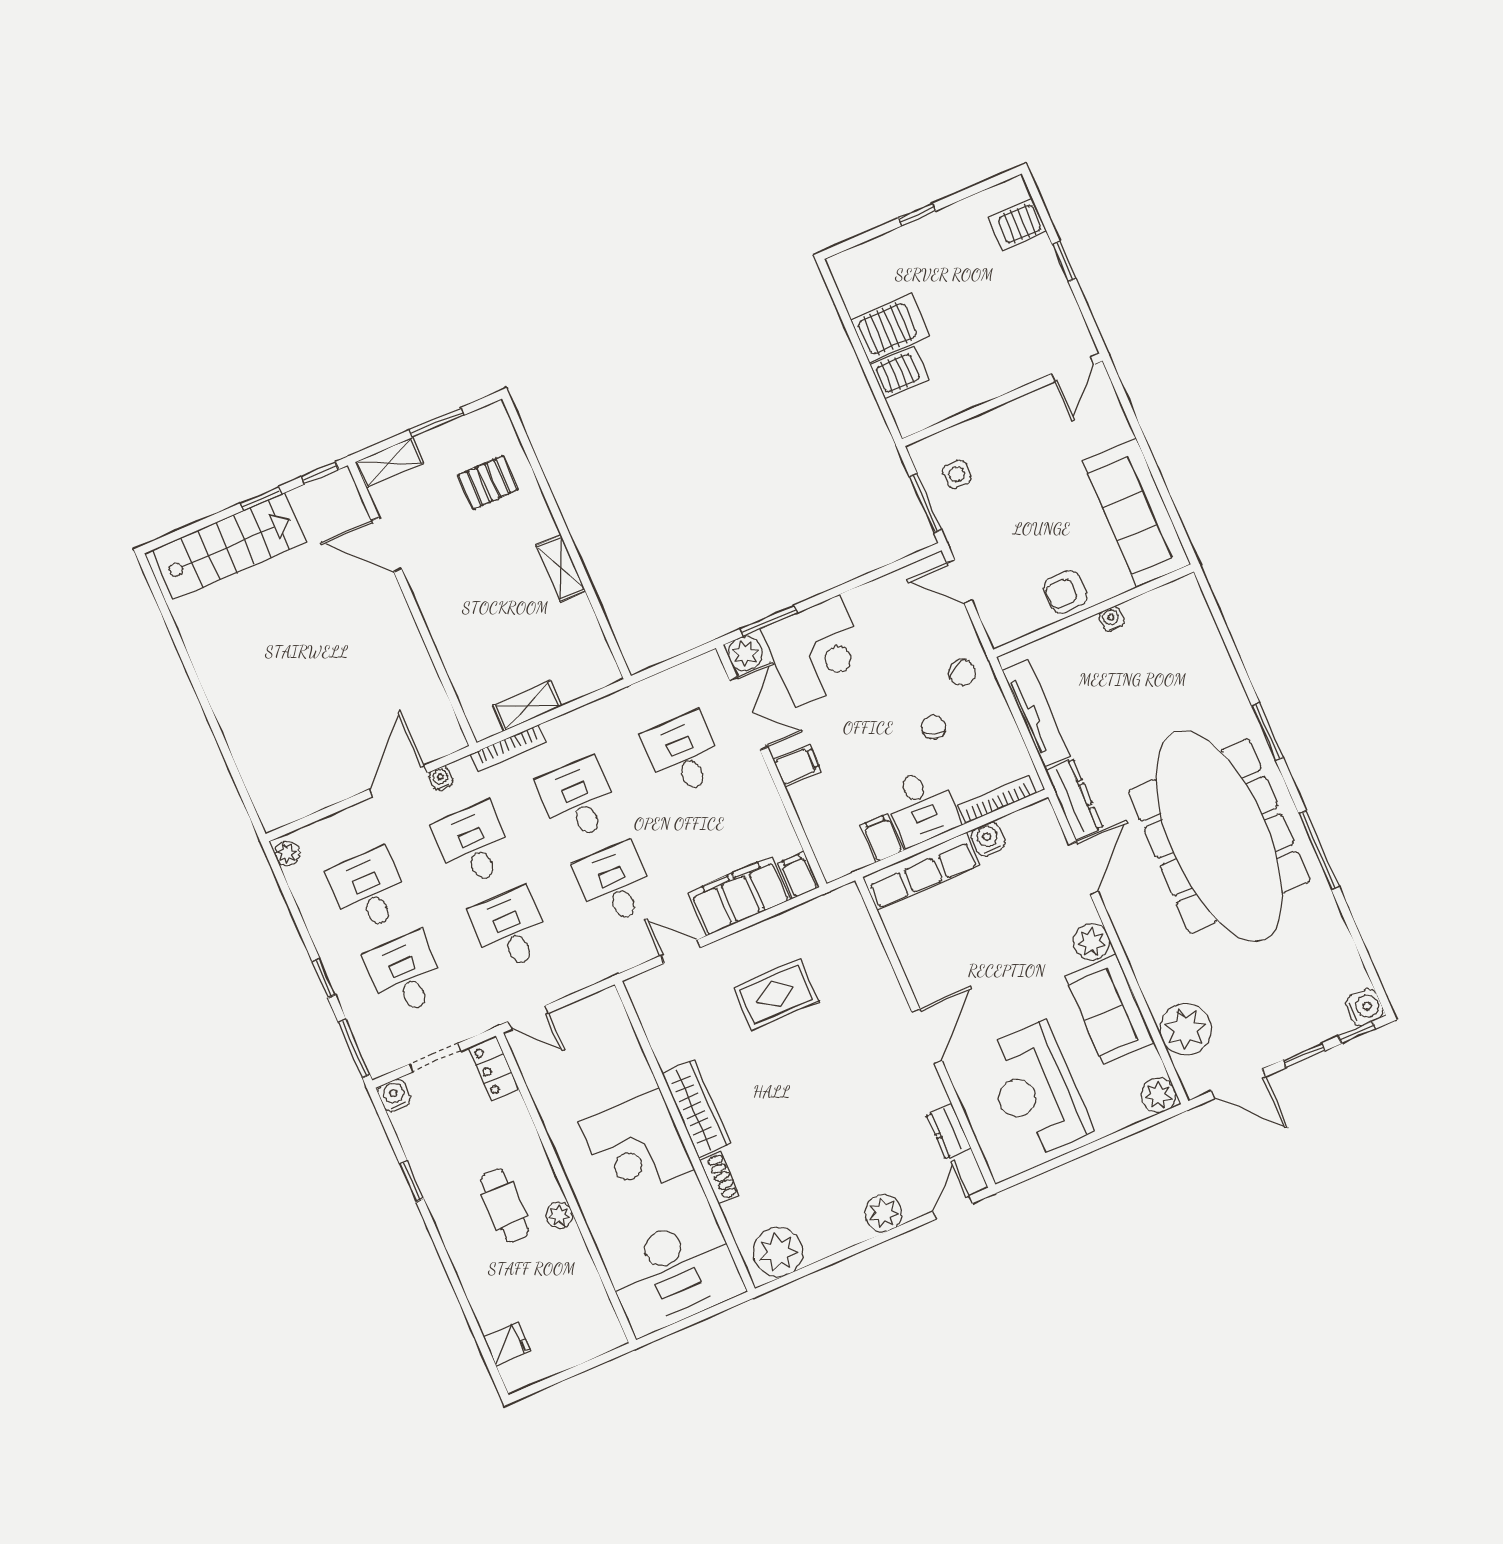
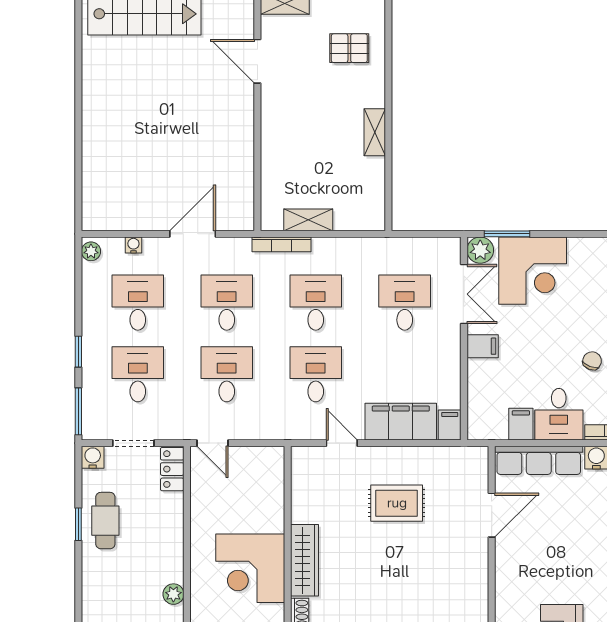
water cooler: (441, 778) -> (133, 245), moved
door: (927, 1036) -> (492, 515), moved
cafe table: (505, 1206) -> (105, 521), moved

